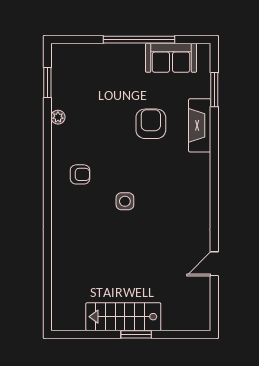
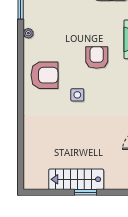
armchair: (151, 124) -> (97, 58), moved
armchair: (80, 174) -> (44, 75), width x1.88, depth x1.88

